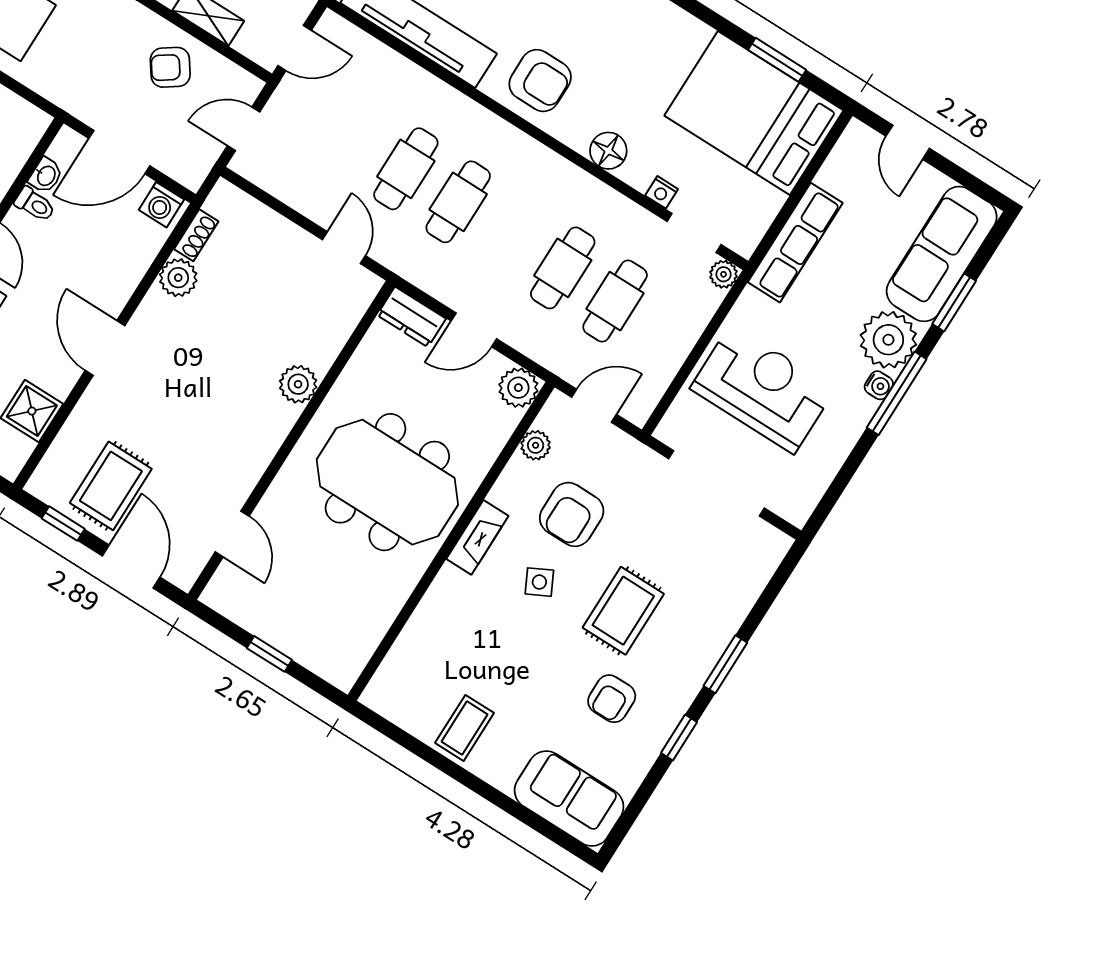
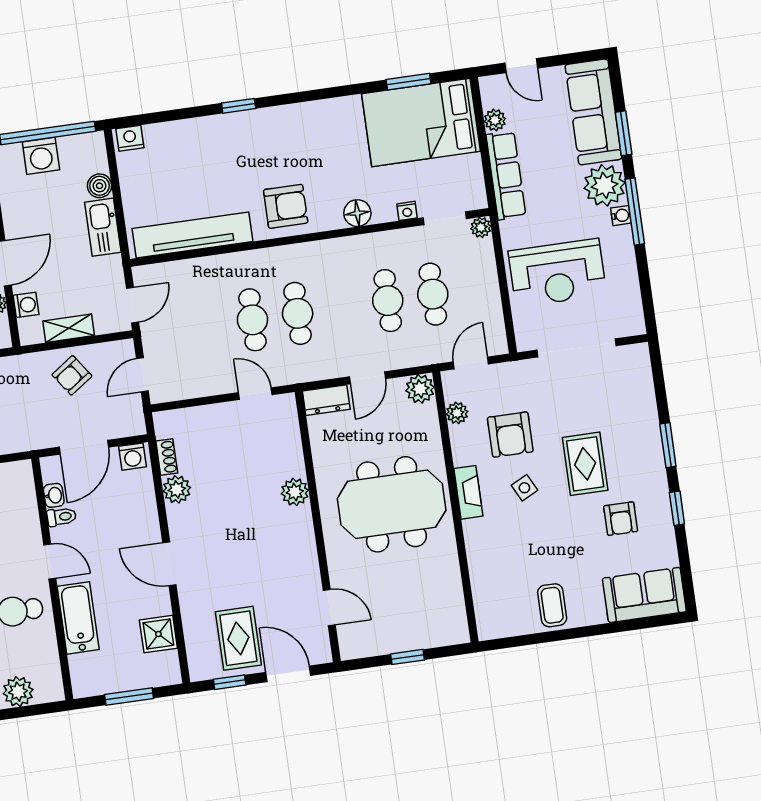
plant: (833, 176) -> (495, 120), added
reception desk: (763, 389) -> (557, 273), turned 180

